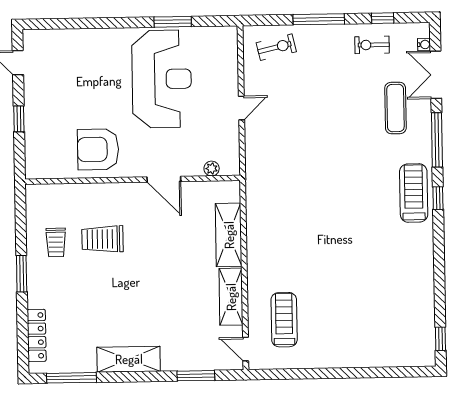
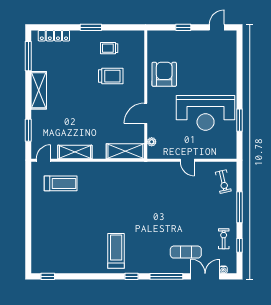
treadmill: (414, 193) -> (116, 251), moved, turned -90
shelving: (229, 235) -> (125, 151), moved
trolley: (103, 239) -> (111, 76), turned 90

